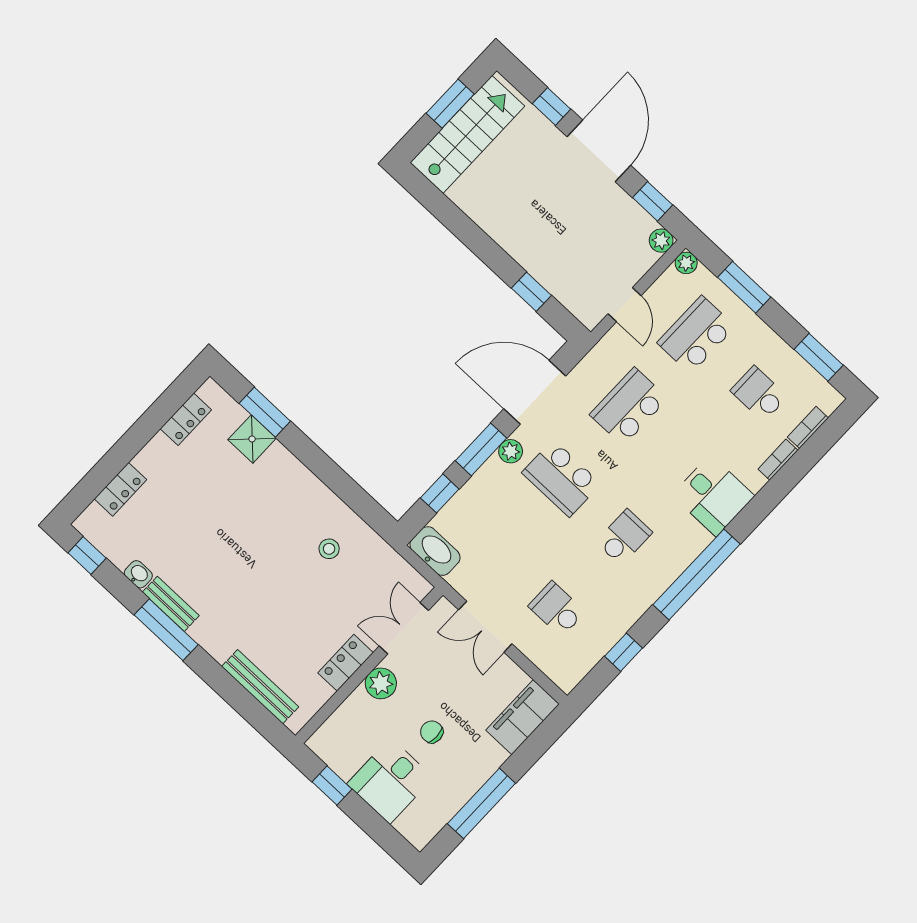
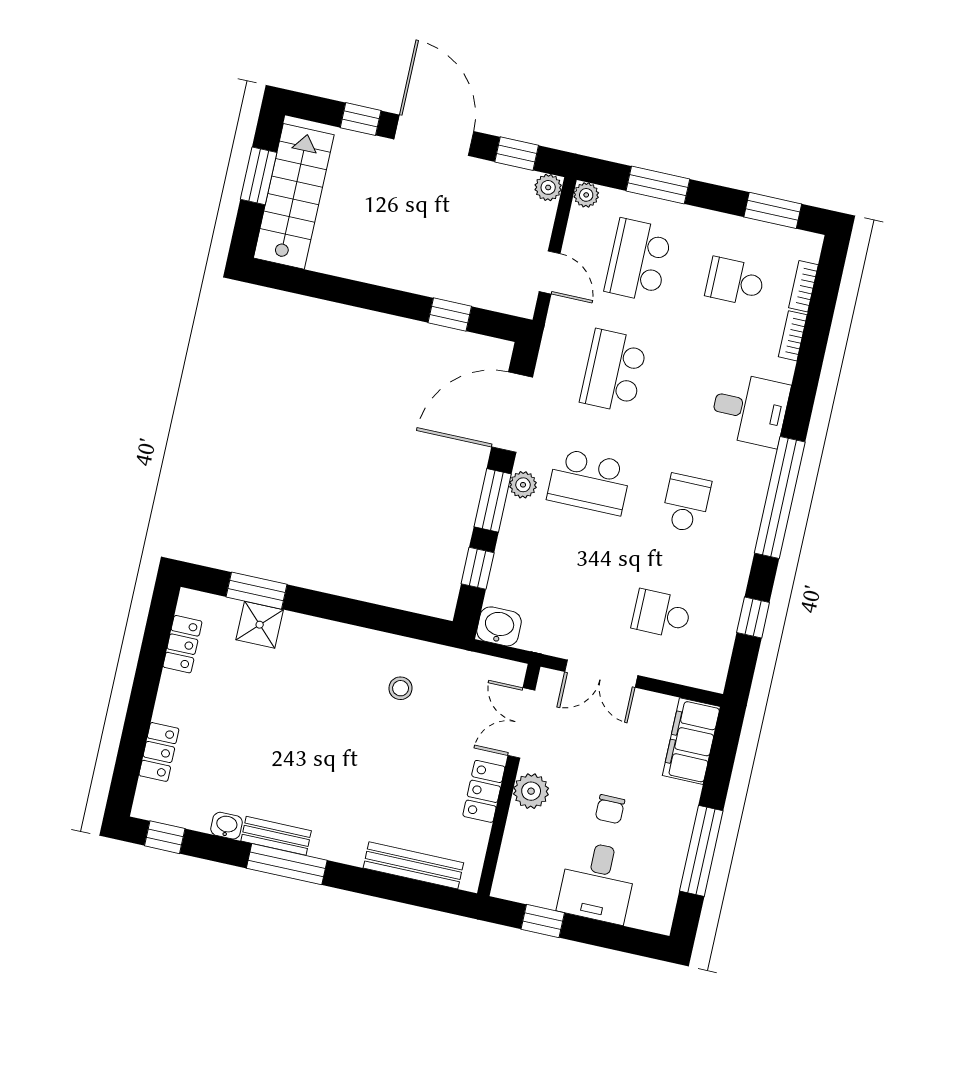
washbasin: (435, 551) -> (499, 626), width x0.72
chair: (432, 732) -> (610, 809), turned -90

